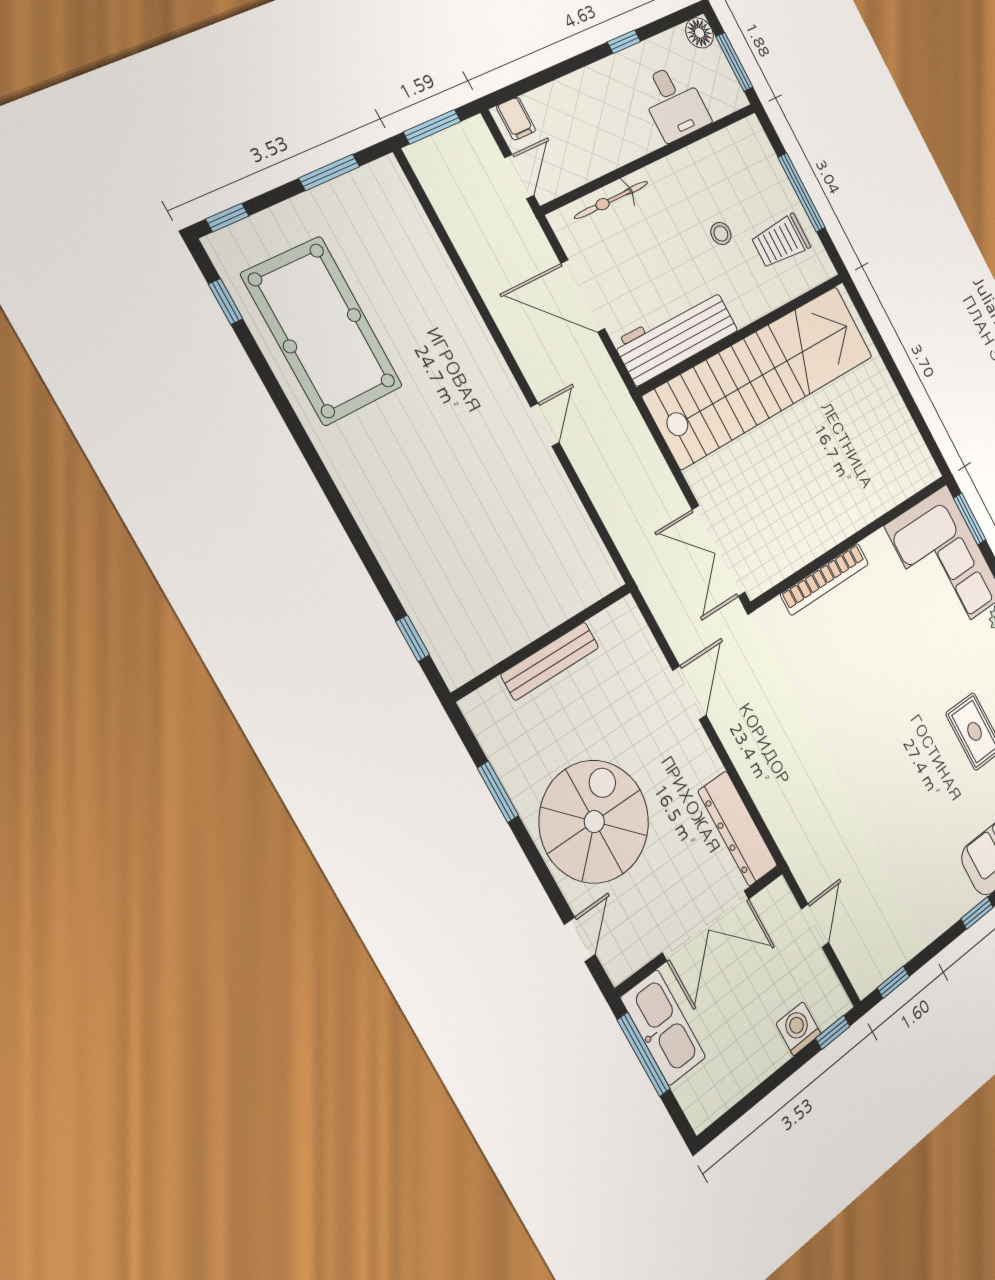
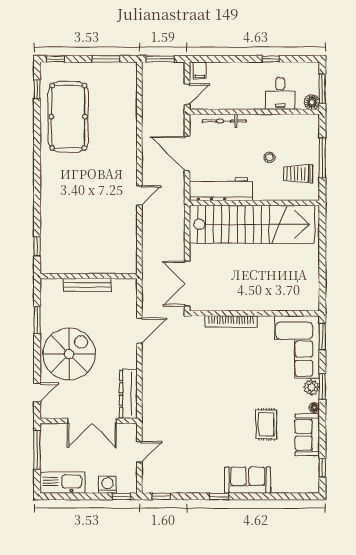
floor lamp: (700, 33) -> (312, 102), moved
kitchen sink: (663, 1028) -> (63, 483), moved, turned -90

